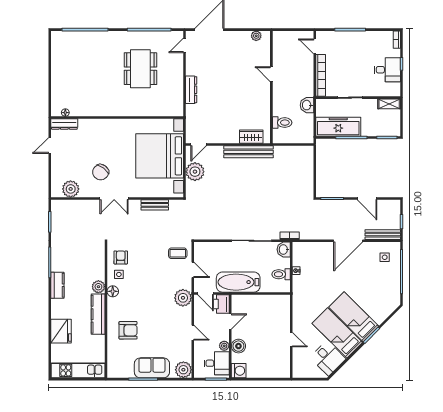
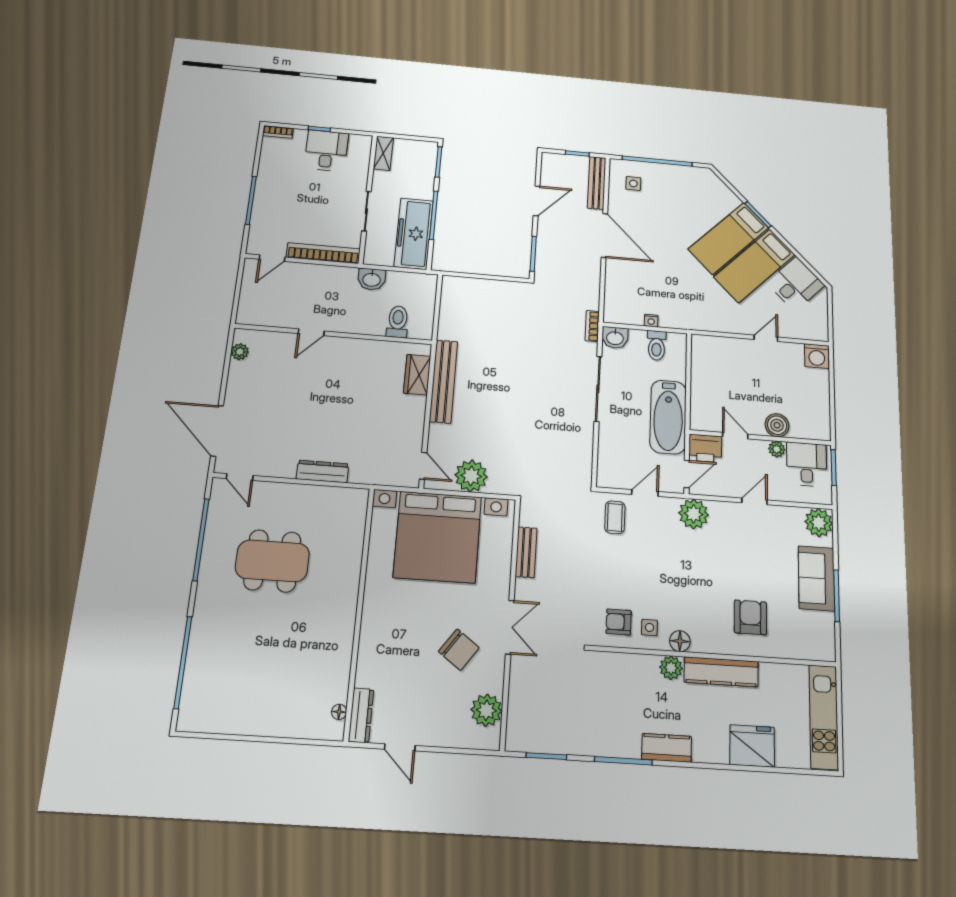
washing machine: (239, 371) -> (817, 356), moved, turned 180

